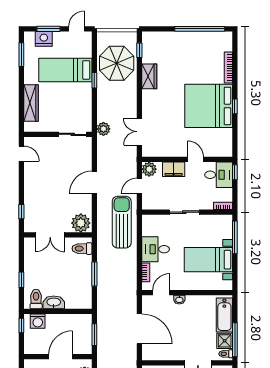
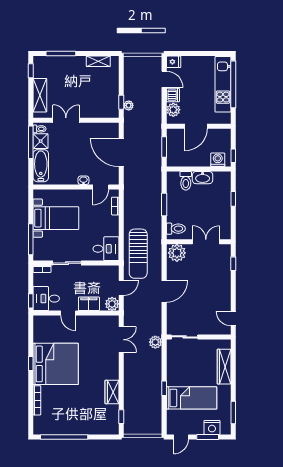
parasol: (117, 63) -> (143, 404), removed
sliding door: (184, 212) -> (67, 263), moved
desk: (156, 249) -> (106, 249), moved
toilet: (36, 299) -> (186, 181), moved

